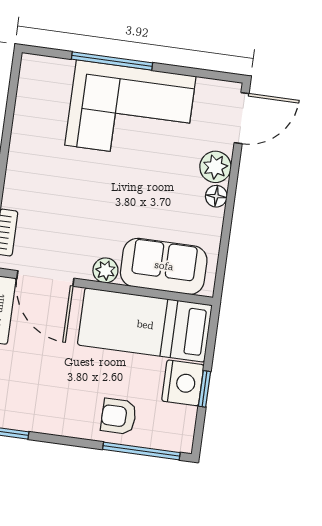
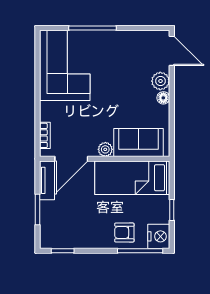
corner sofa: (130, 111) -> (65, 65), moved, turned -90
door: (242, 118) -> (172, 51), hinge flipped
door: (45, 278) -> (71, 159), hinge flipped
nightstand: (183, 383) -> (159, 236), moved

